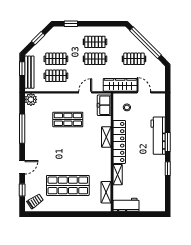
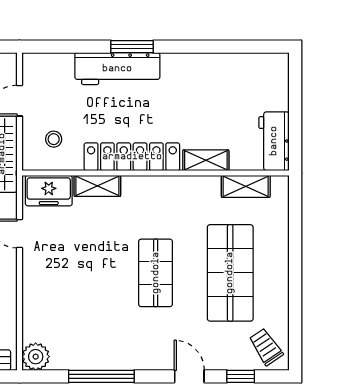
shop shelf: (68, 119) -> (156, 273), moved
shelving: (106, 137) -> (97, 186), moved
window: (168, 169) -> (192, 47), removed

